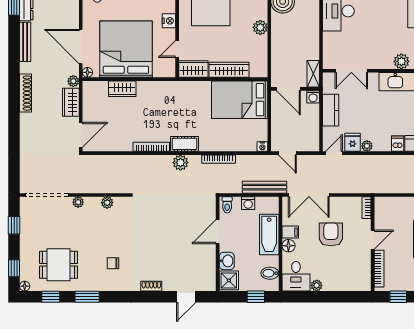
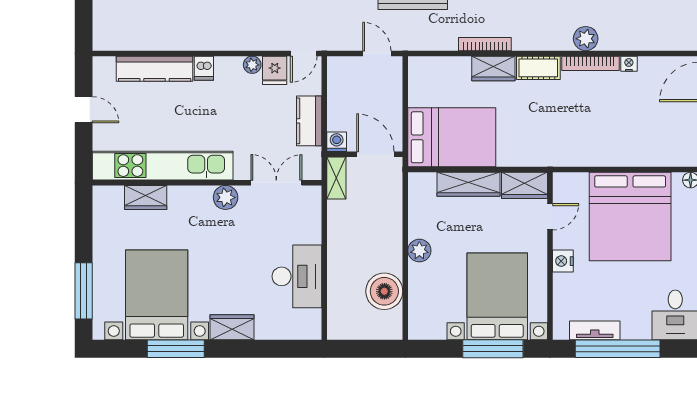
plant: (401, 61) -> (226, 197), moved
wardrobe: (122, 89) -> (493, 68), moved, turned 180
nightstand: (262, 147) -> (629, 64), moved
plant: (180, 163) -> (586, 39), moved

